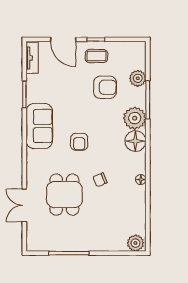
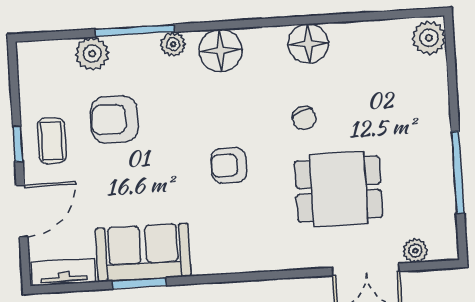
armchair: (105, 87) -> (114, 119), turned -90
plant: (135, 118) -> (173, 44), width x0.53, depth x0.53
sofa: (39, 126) -> (143, 252), moved
armchair: (79, 142) -> (229, 165), turned 180
floor lamp: (141, 180) -> (308, 44), width x1.89, depth x1.89
plant: (32, 230) -> (415, 251), added

